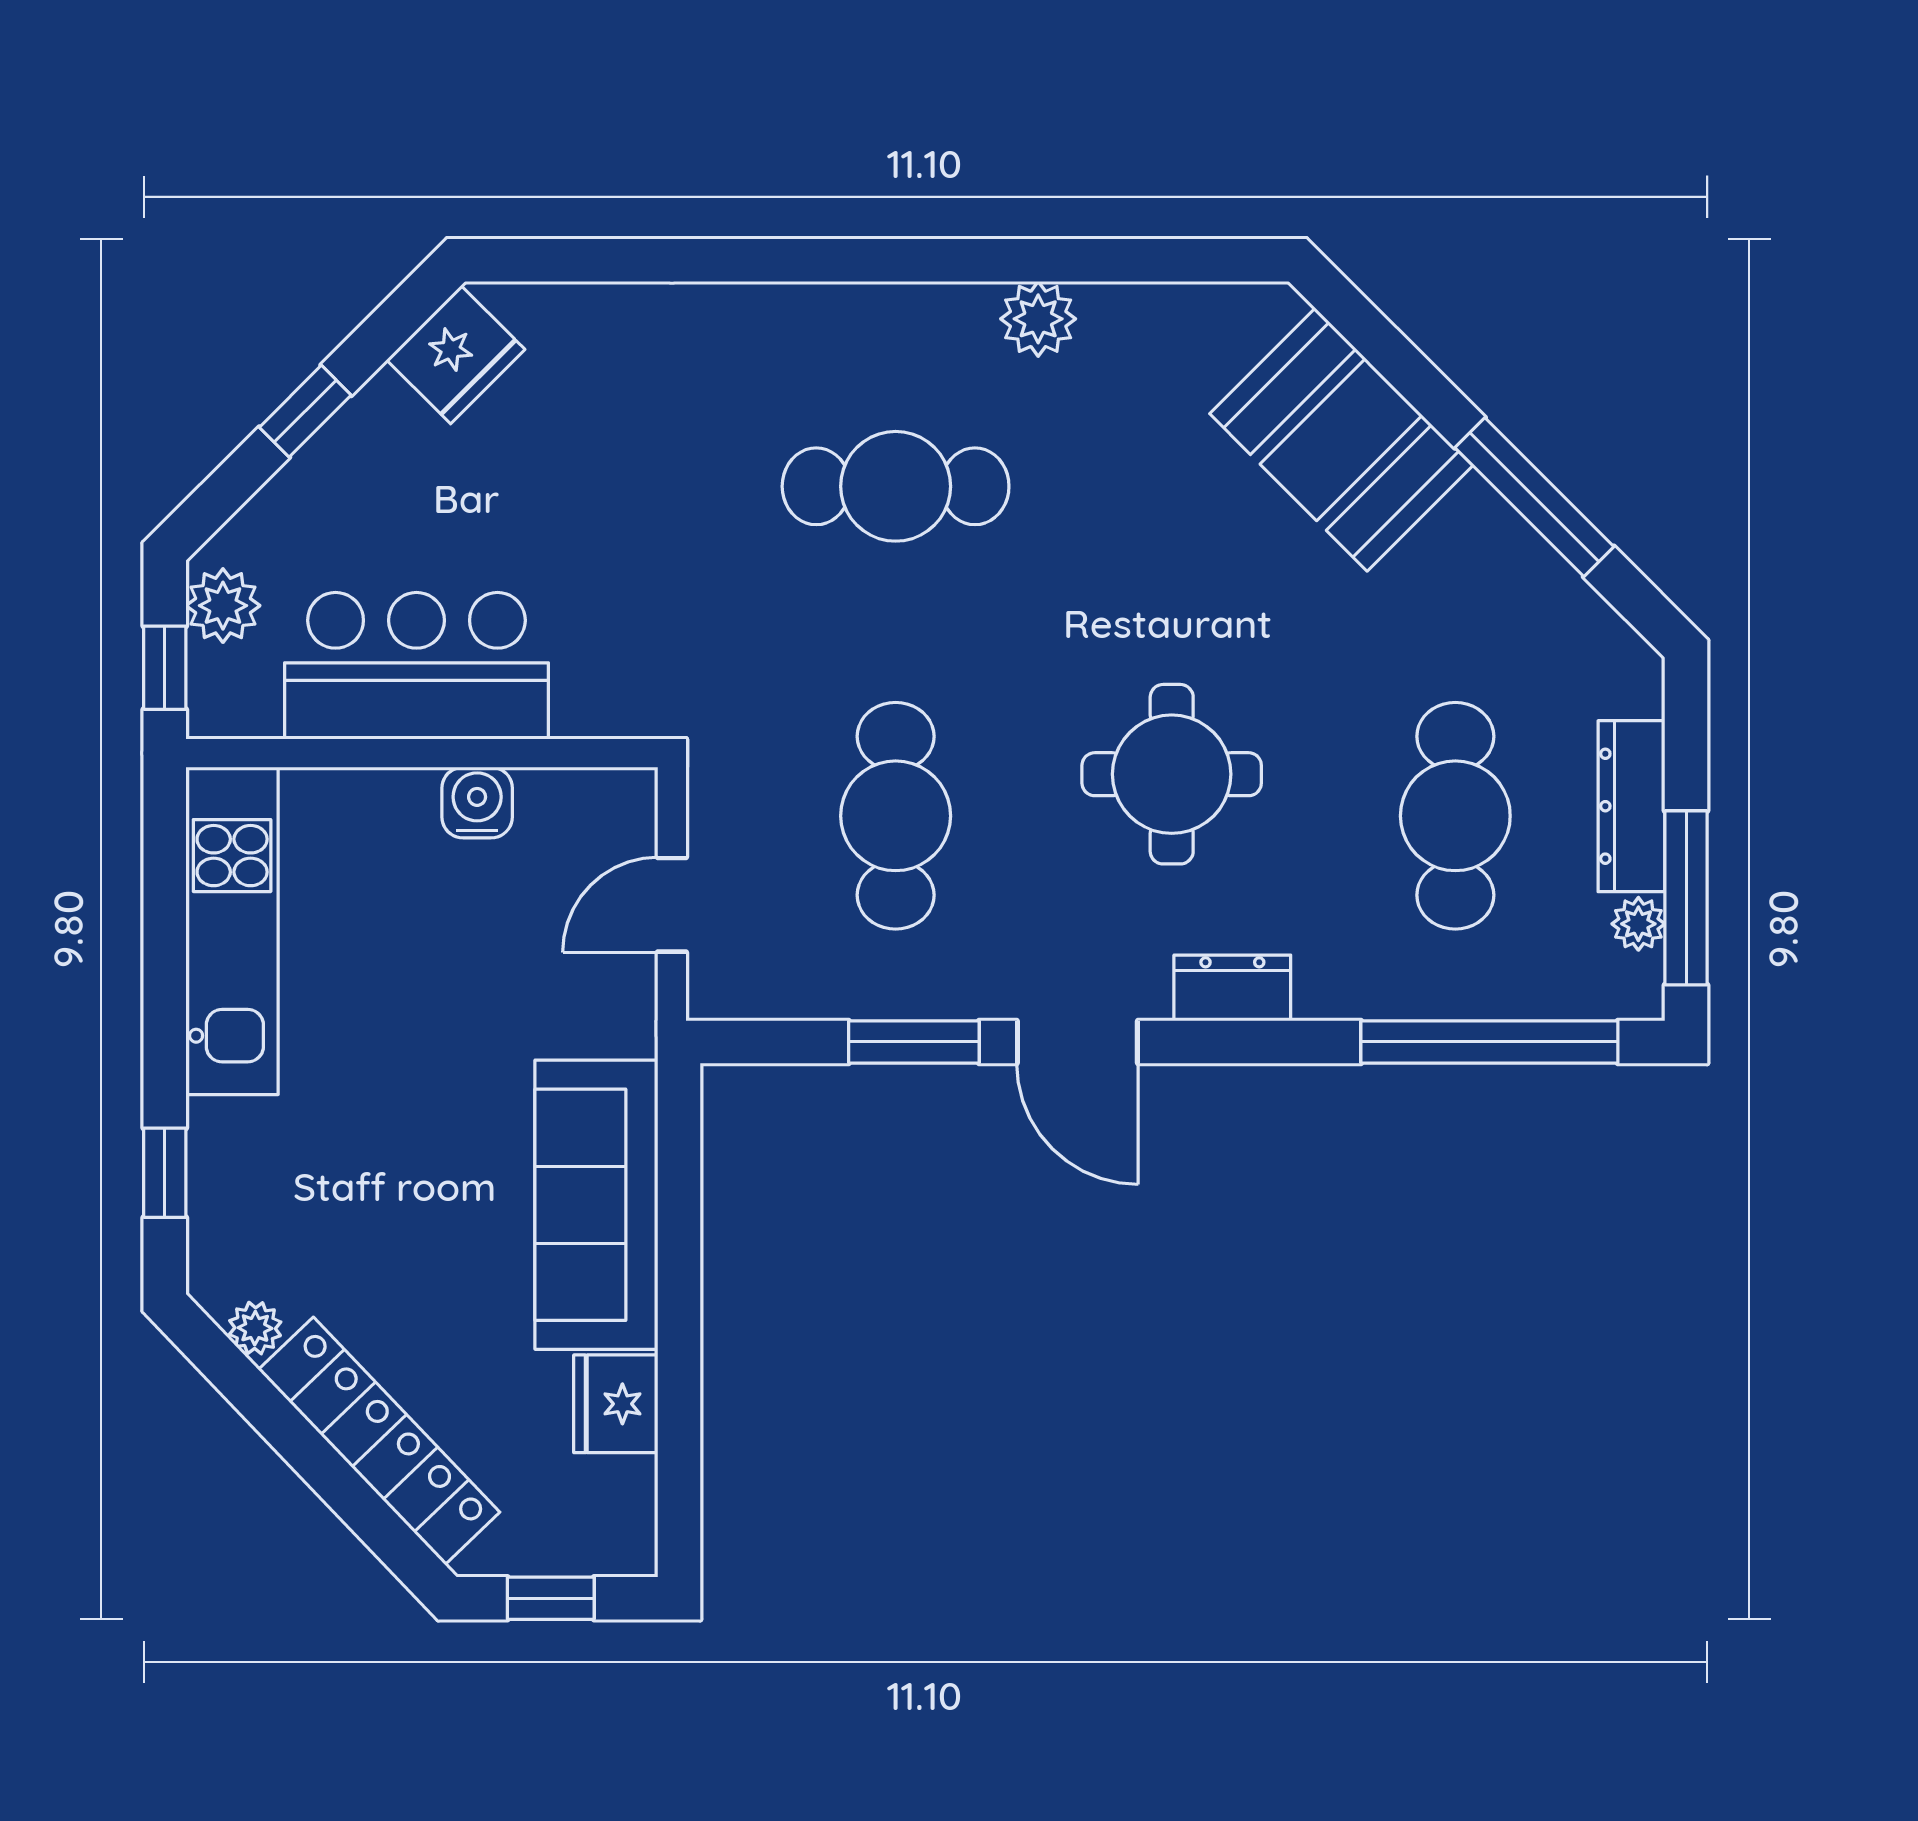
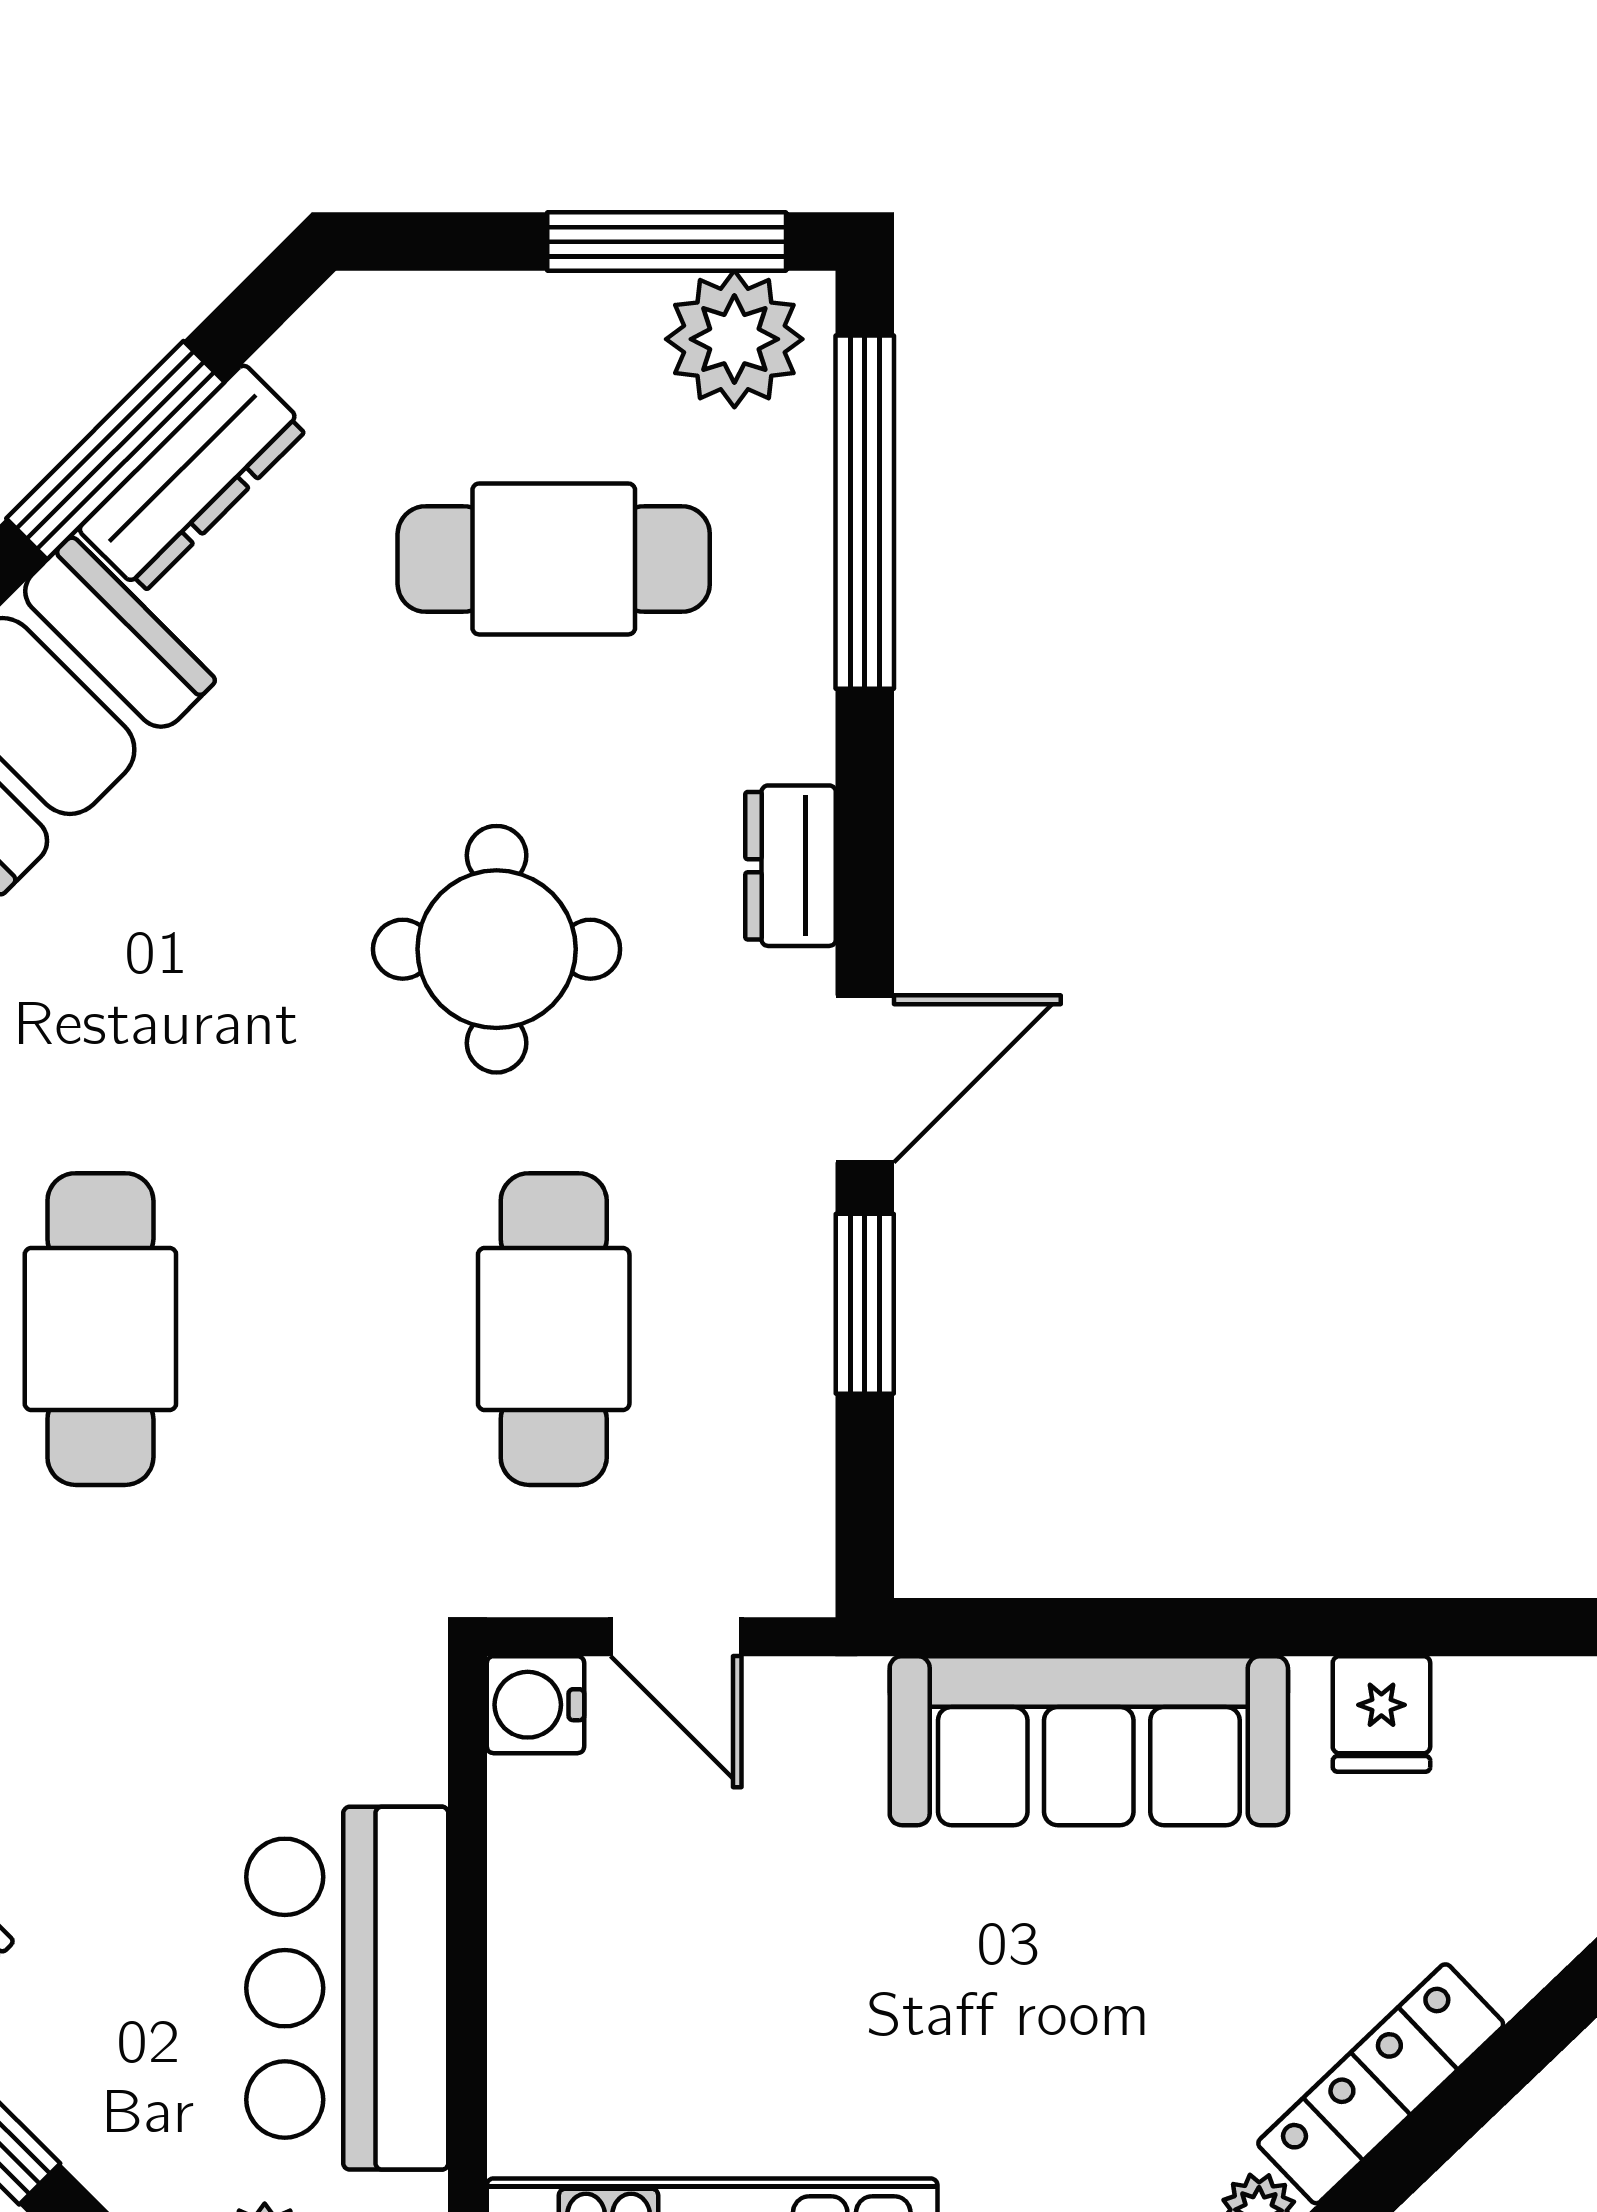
water cooler: (477, 803) -> (535, 1705), moved
dresser: (1631, 806) -> (193, 479), moved, turned -45
cafe table: (896, 816) -> (554, 1329), turned 90
plant: (1638, 924) -> (734, 339), width x1.88, depth x1.88
fridge: (616, 1404) -> (1381, 1714), width x0.72
locker: (379, 1441) -> (1381, 2084), width x0.71, depth x0.83

